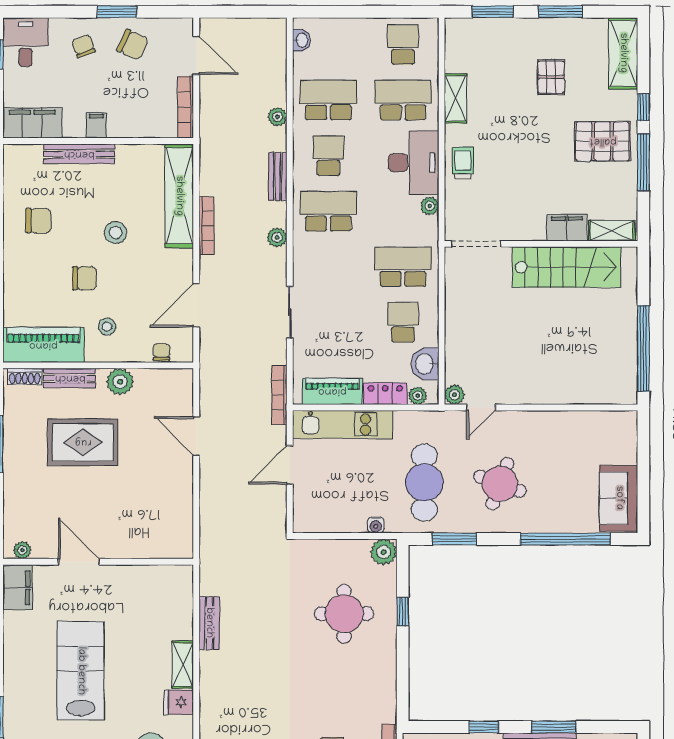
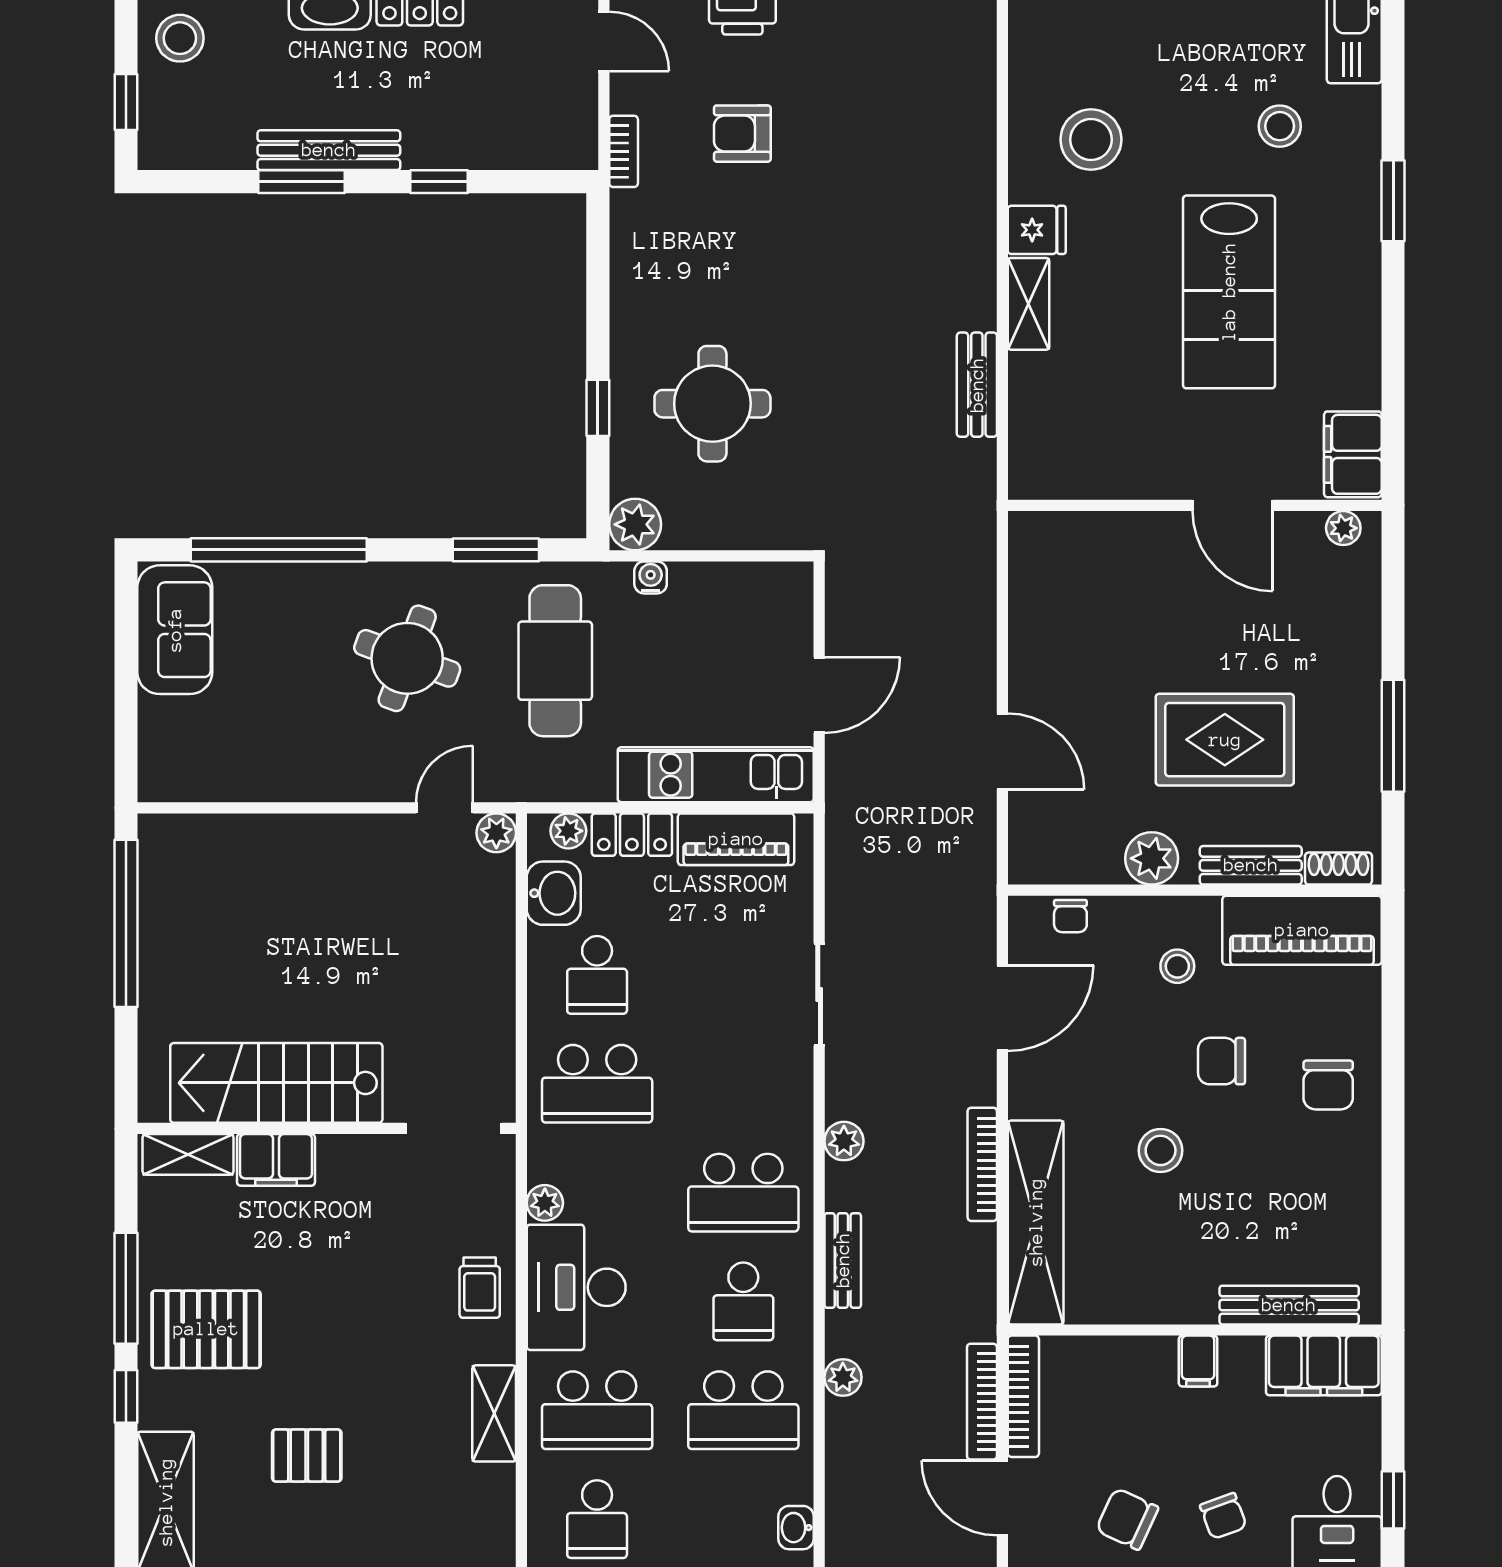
pallet: (551, 77) -> (307, 1456), turned 90
bench: (79, 154) -> (1289, 1305), moved
chair: (39, 221) -> (1328, 1085), moved, turned -90
bookcase: (279, 395) -> (982, 1402), moved, turned 180

